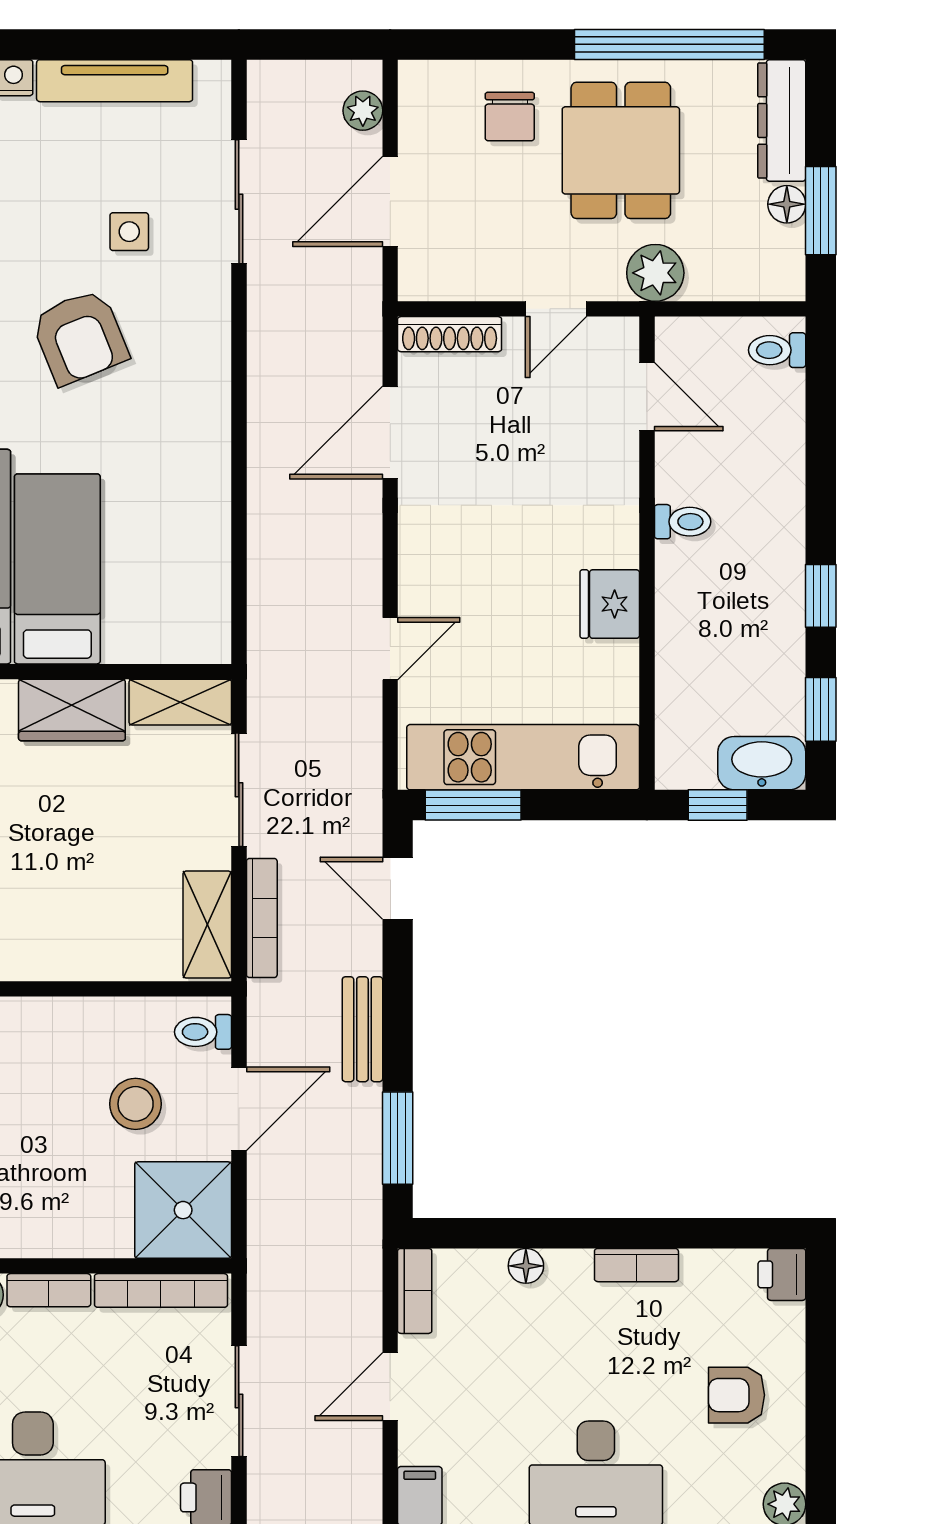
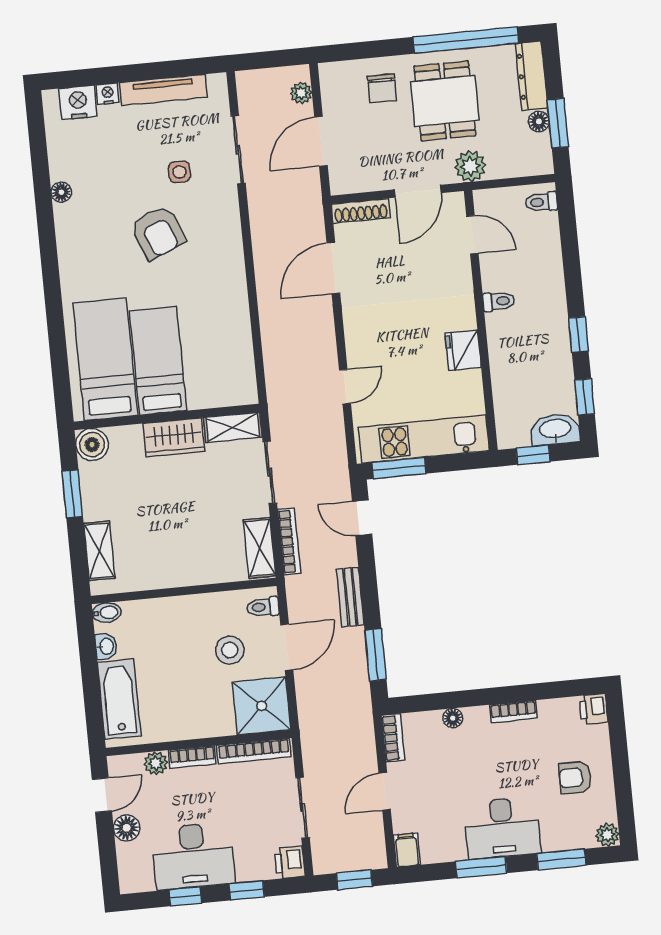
door: (556, 309) -> (418, 191), width x1.37

